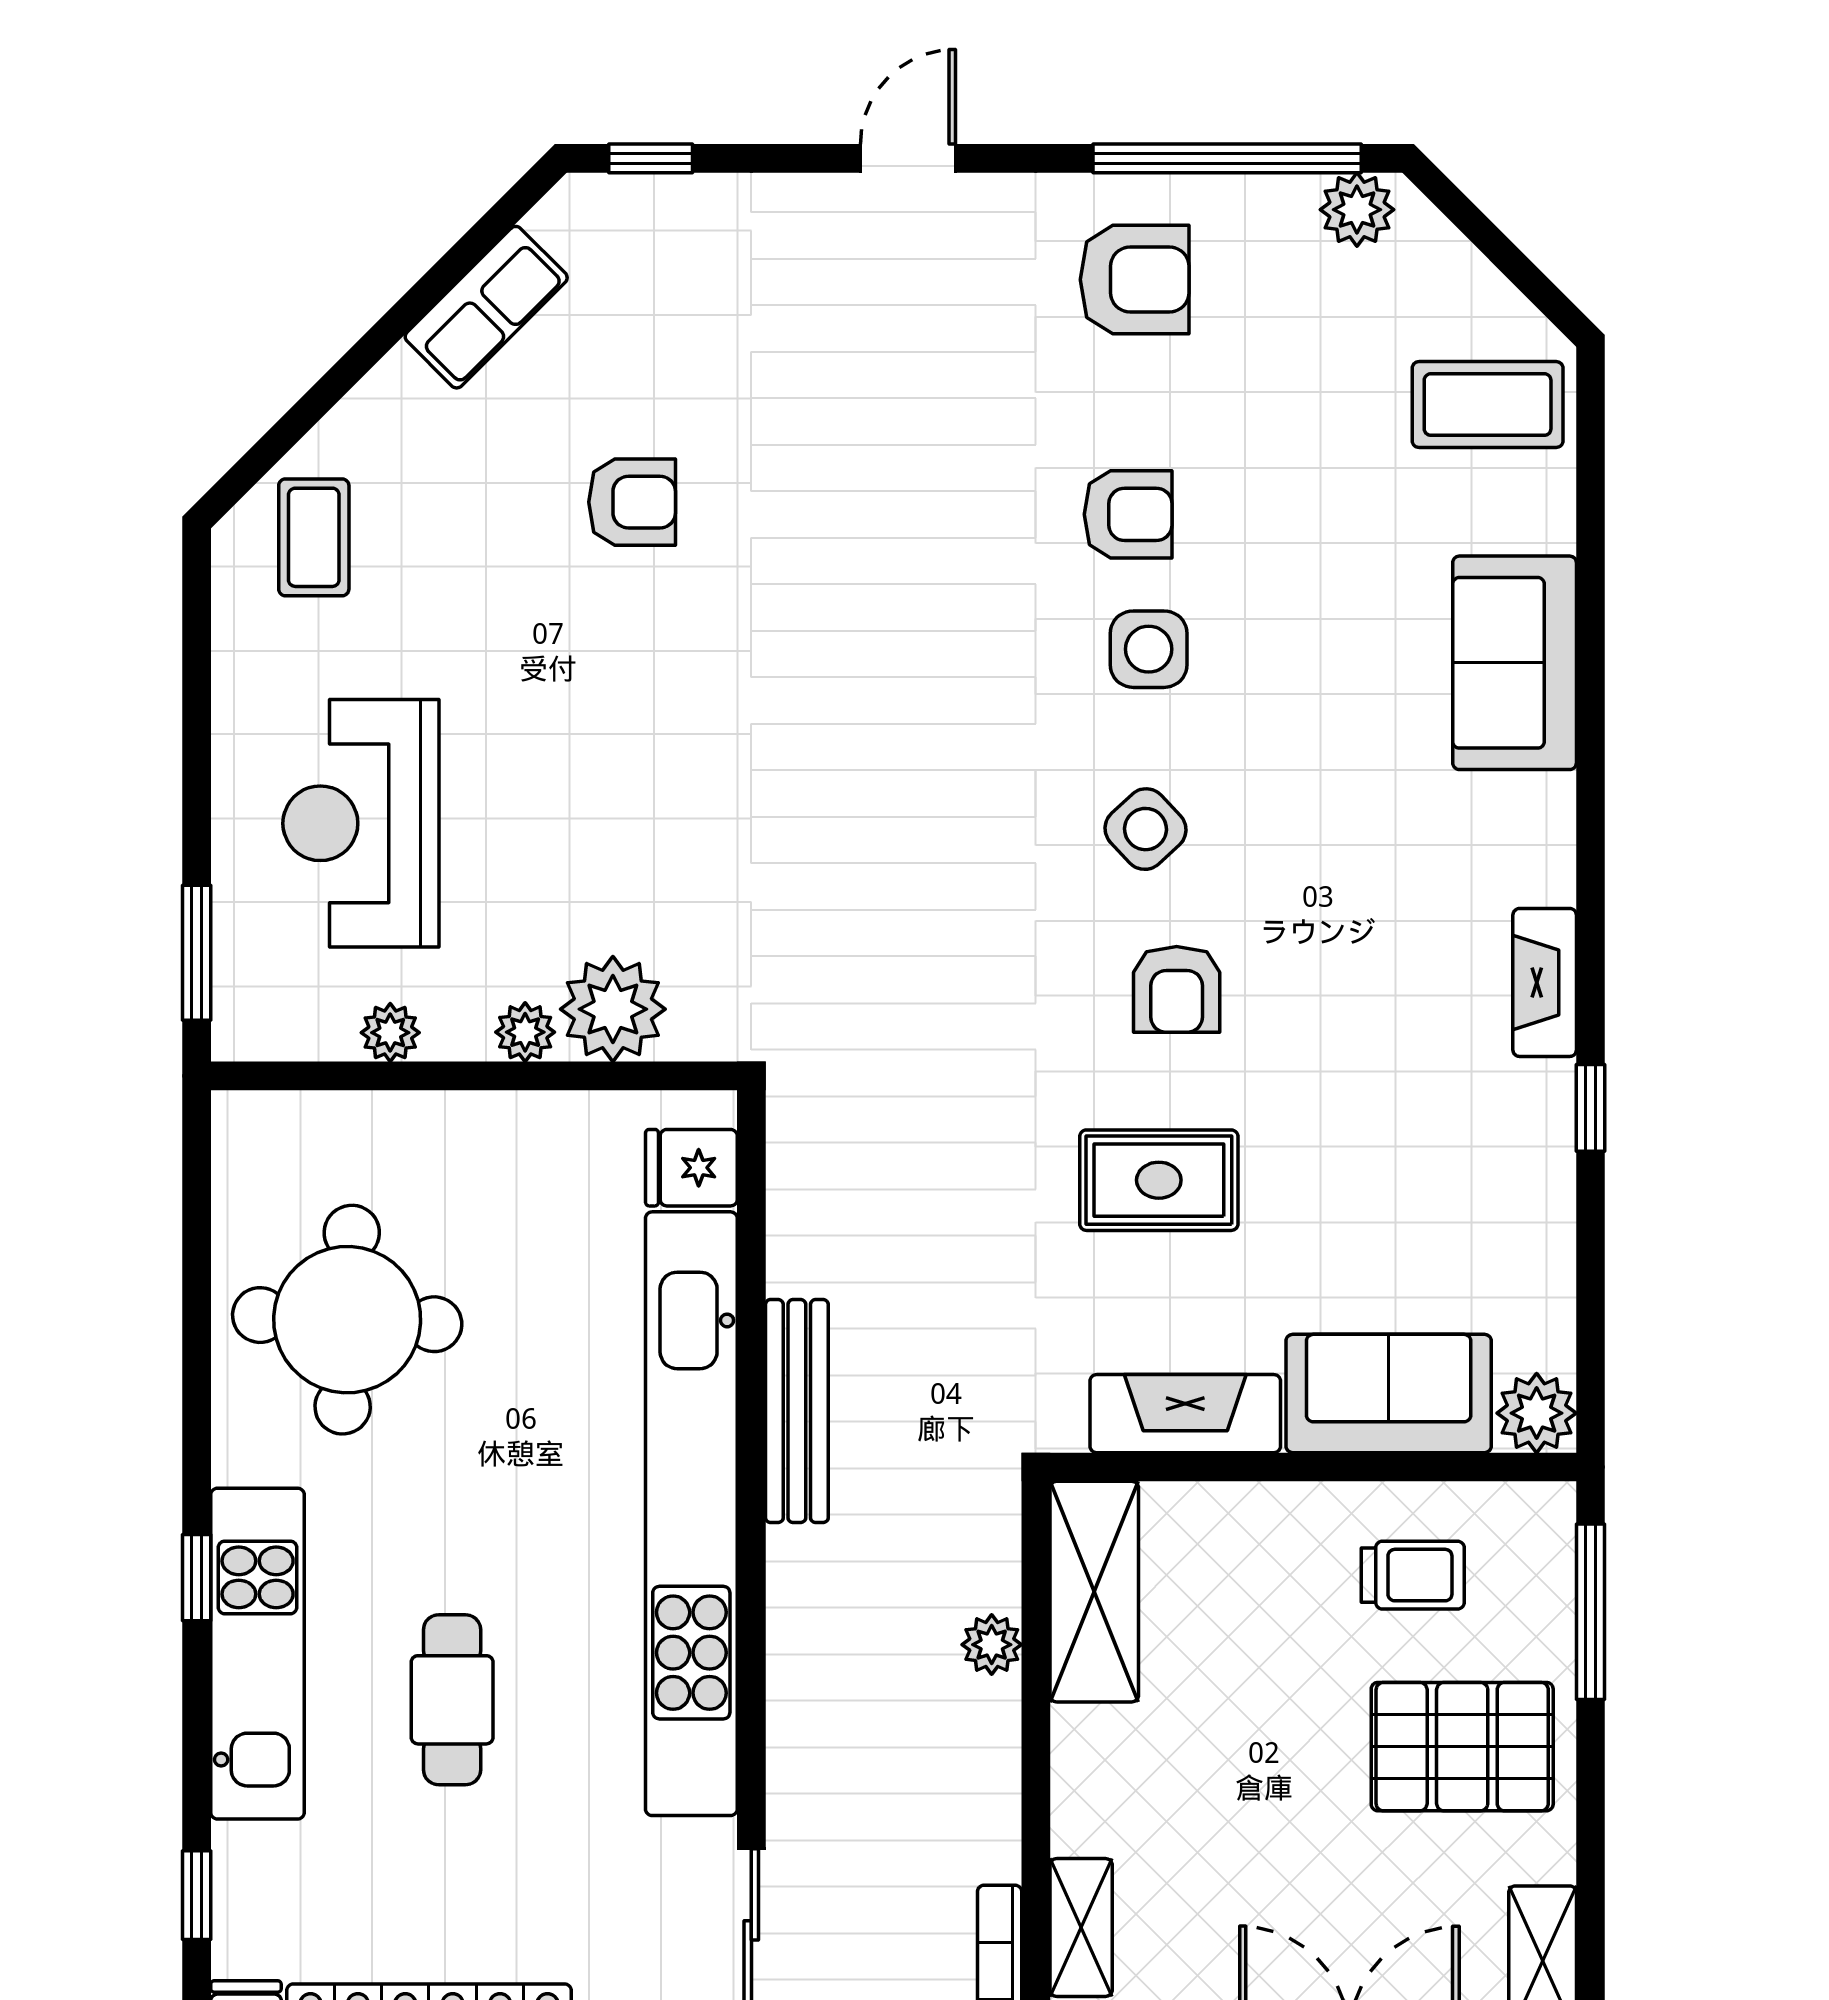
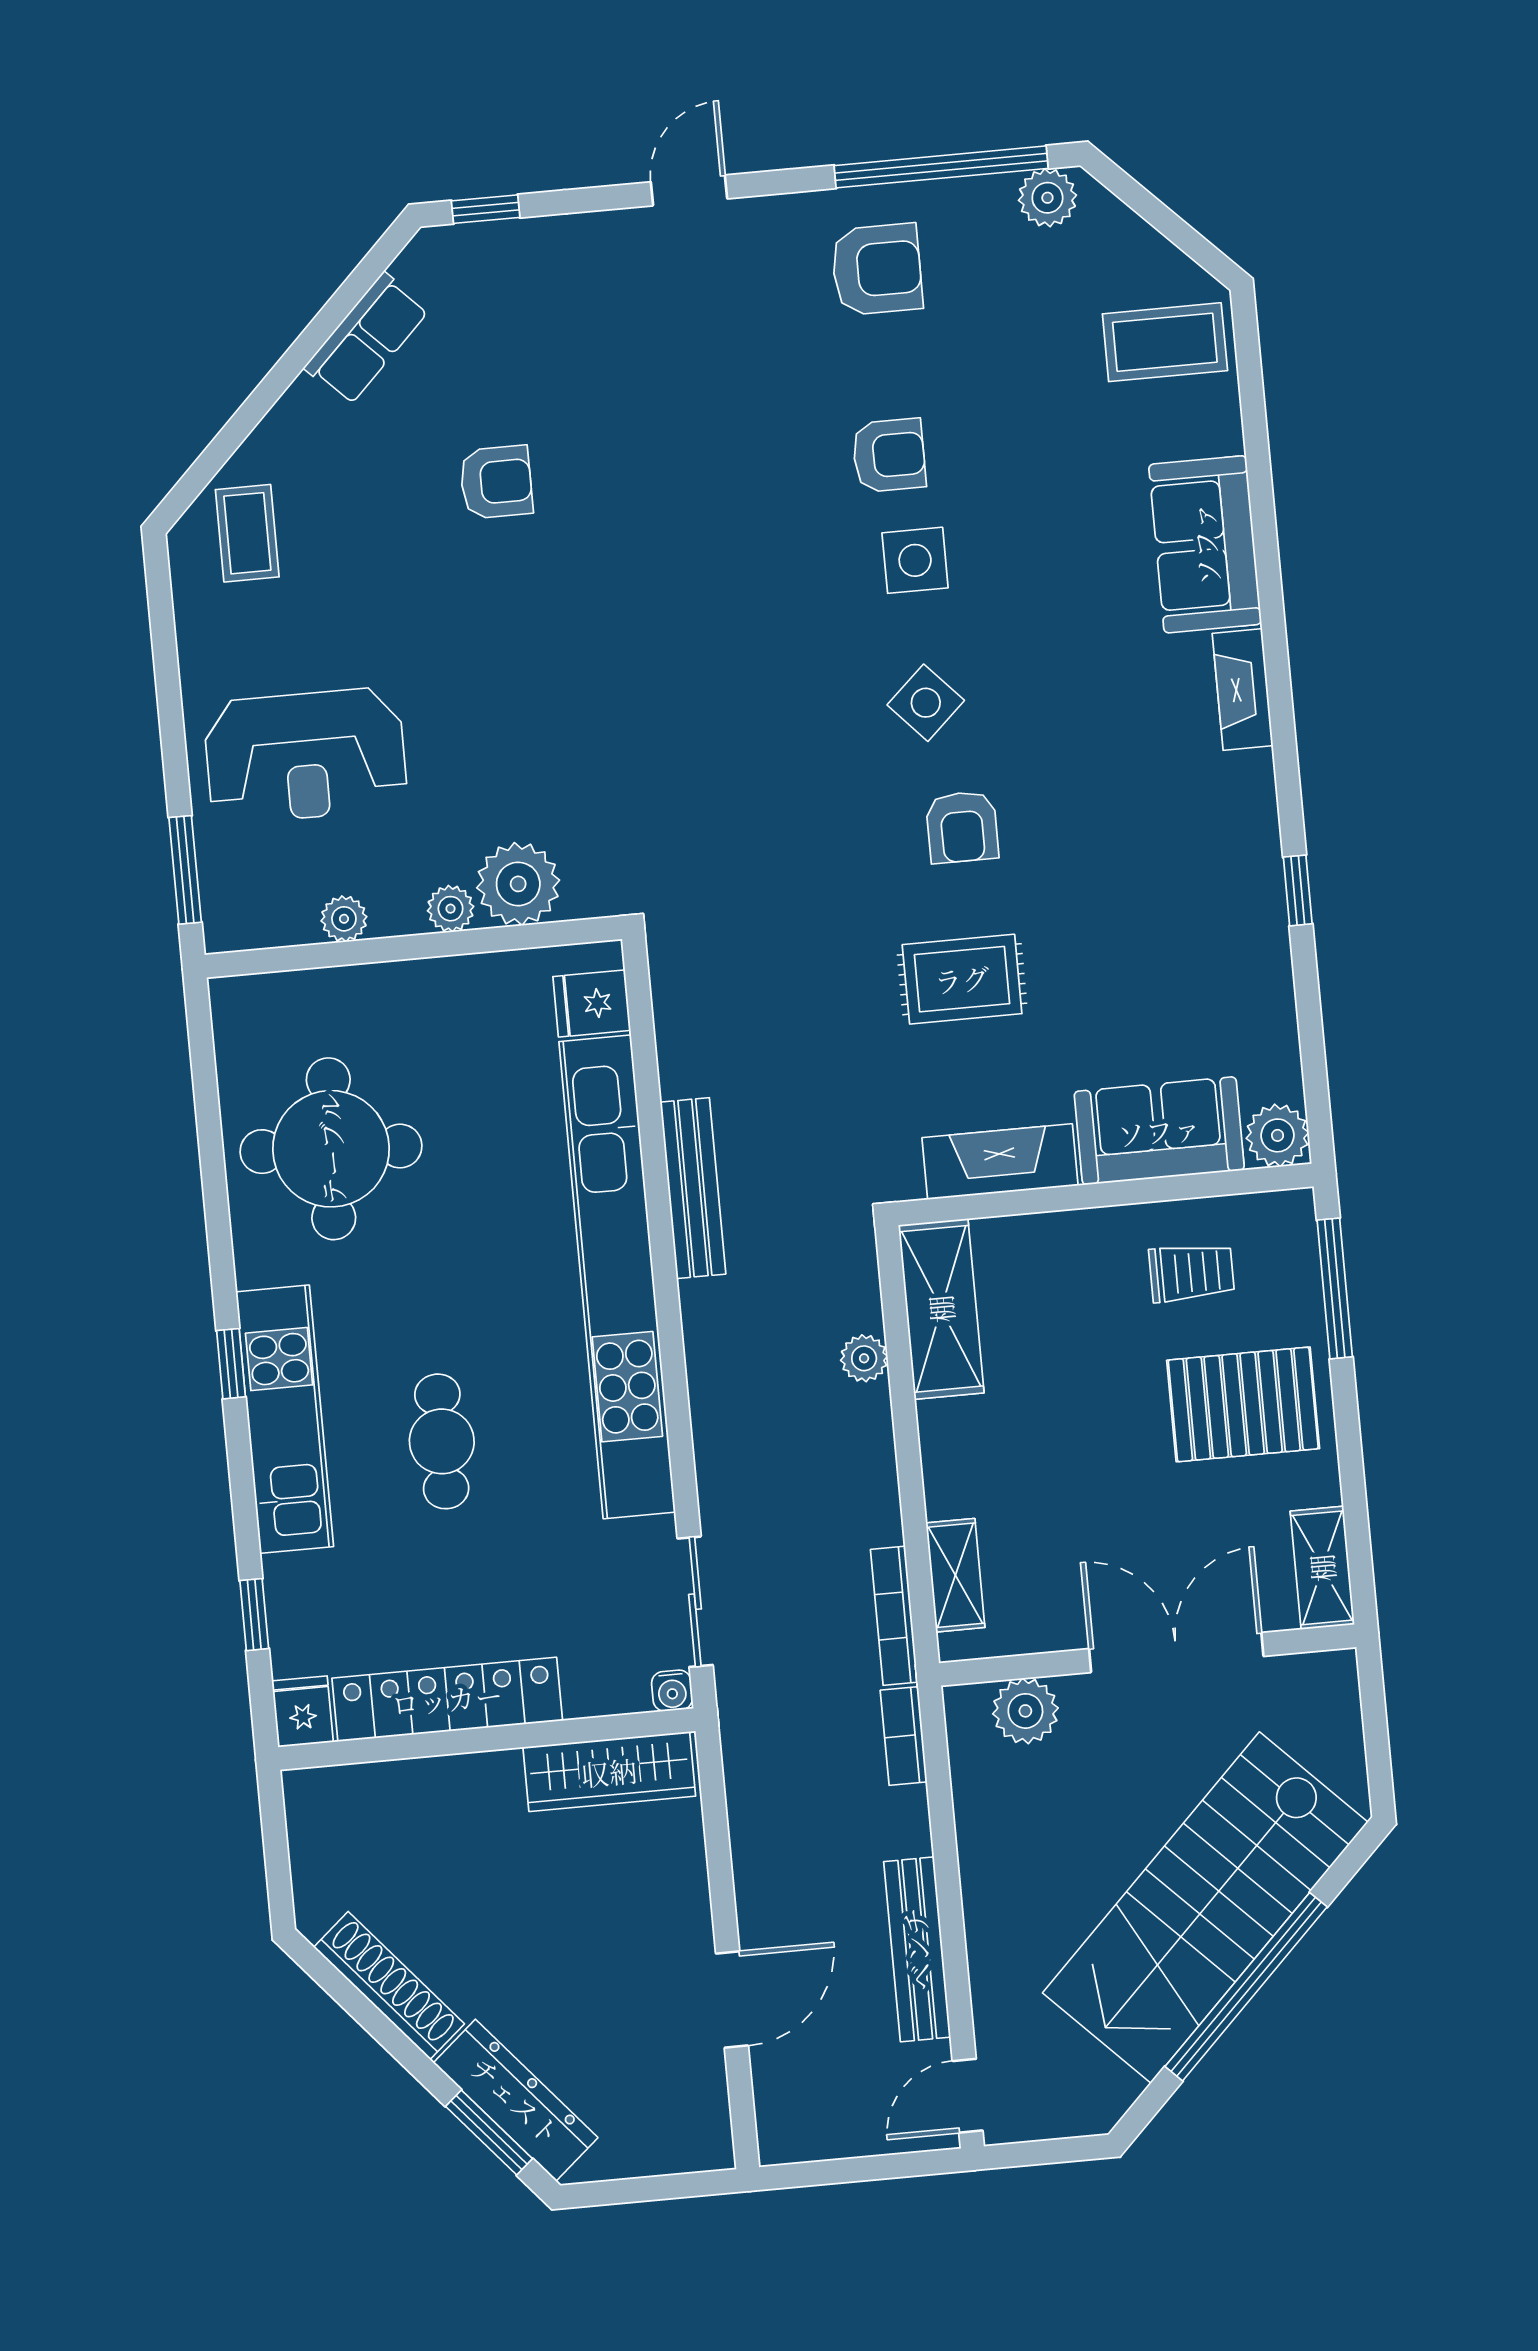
reception desk: (361, 823) -> (305, 756), turned -90
fireplace: (1545, 982) -> (1243, 690), moved

